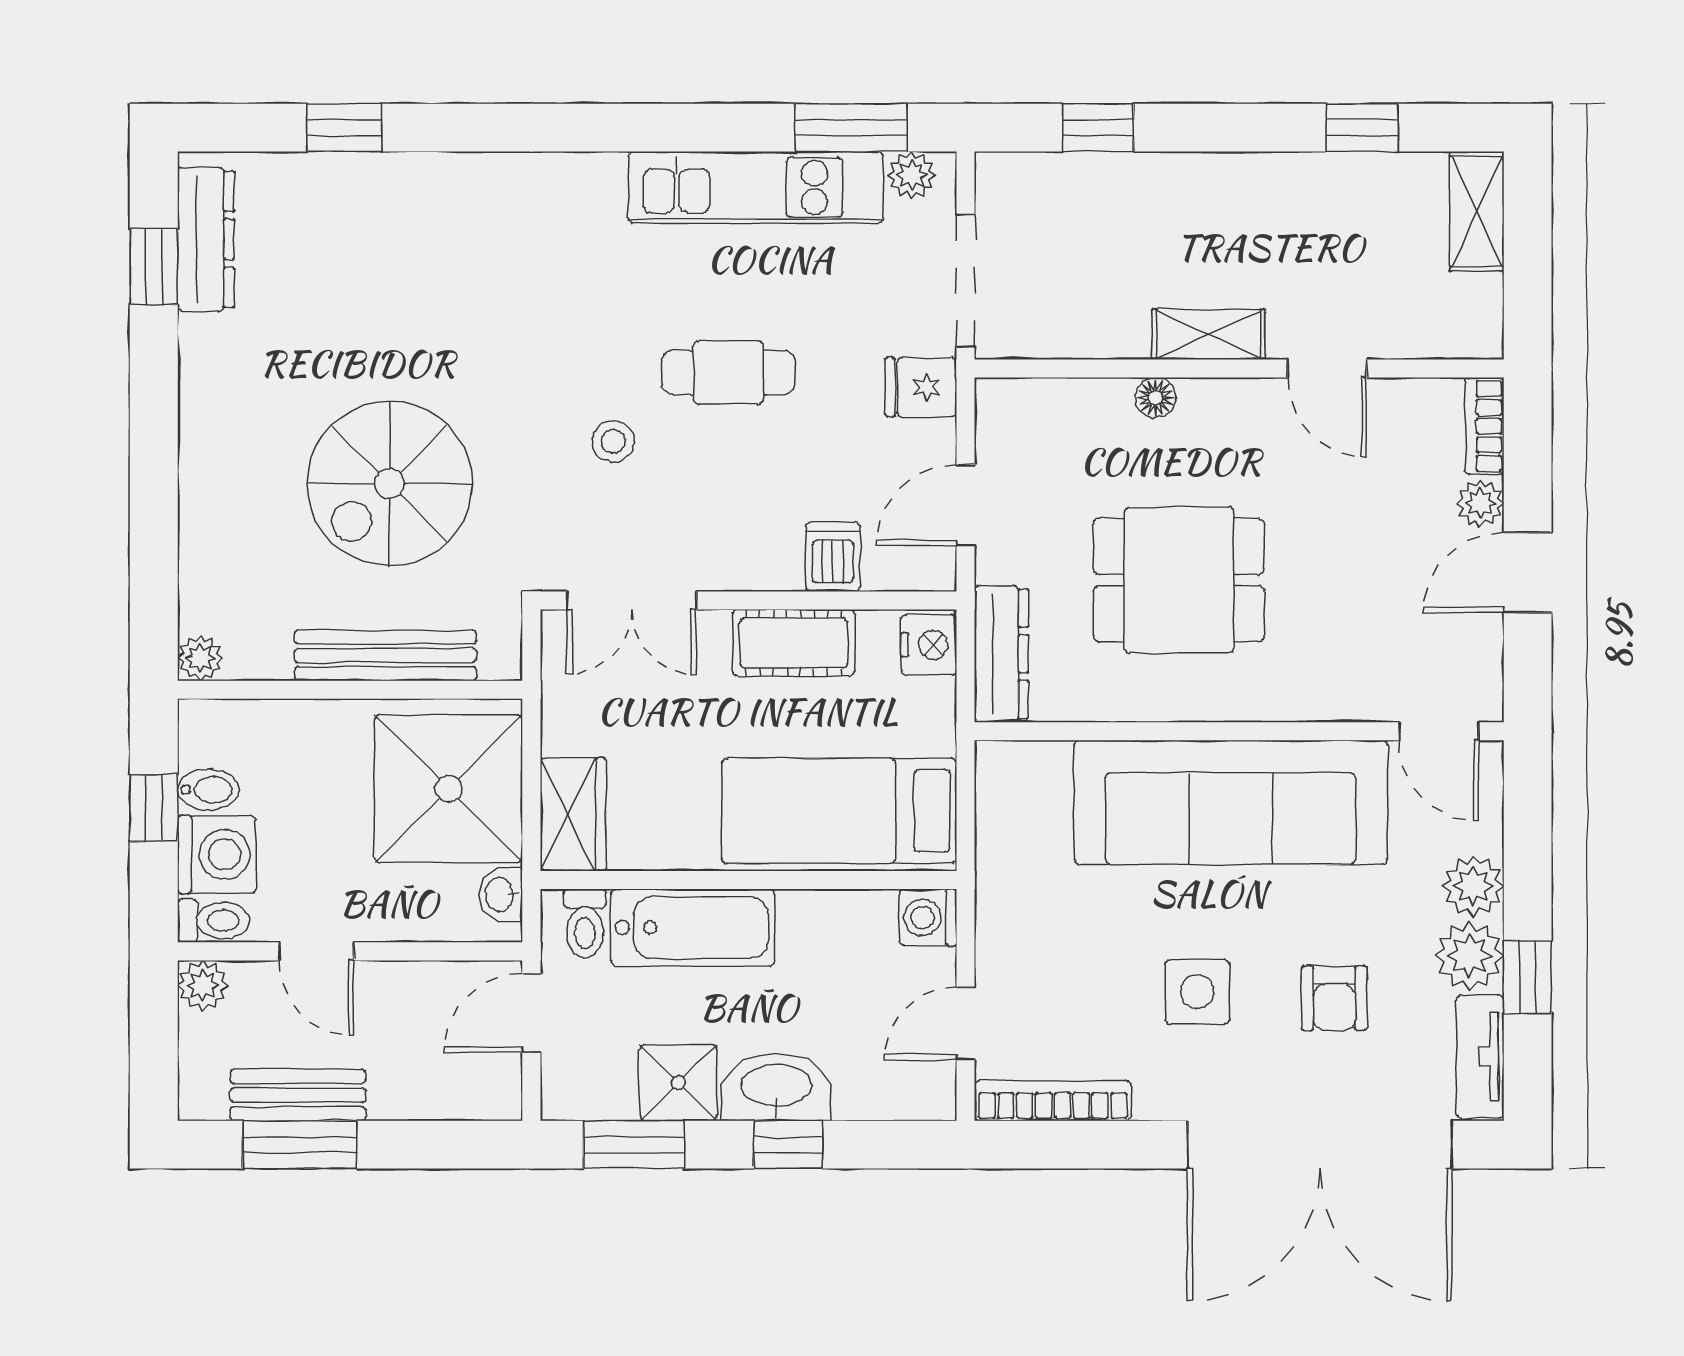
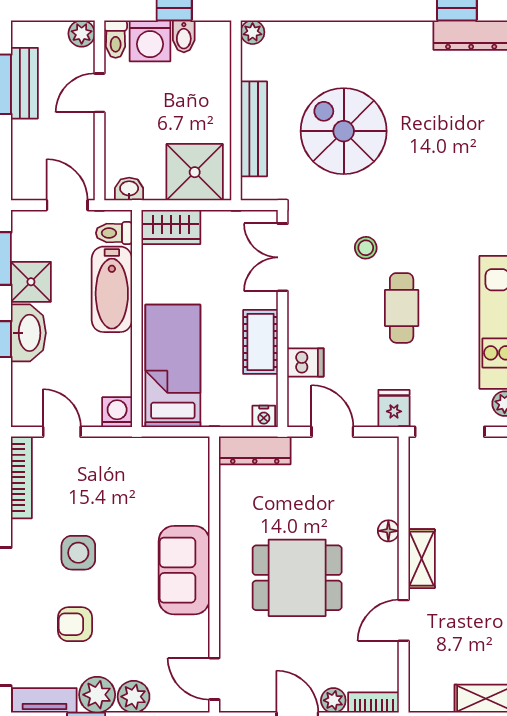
dining table: (1179, 580) -> (297, 578), moved, turned 90
nightstand: (929, 645) -> (264, 416), width x0.72, depth x0.74
door: (1439, 731) -> (214, 679), hinge flipped
shower: (449, 789) -> (195, 172), width x0.73, depth x0.73
sofa: (1231, 802) -> (184, 570), width x0.54, depth x0.79

